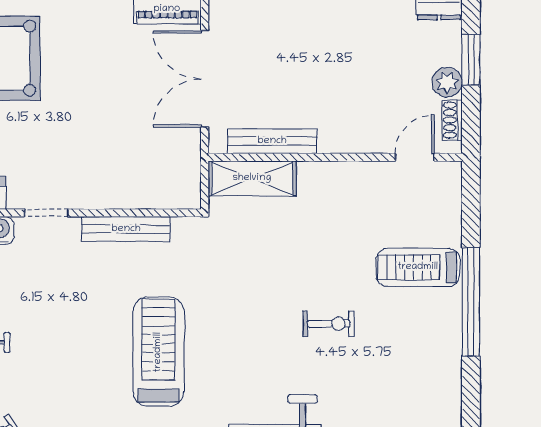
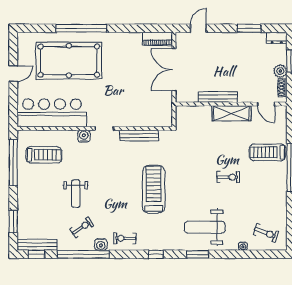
bench: (272, 141) -> (218, 97), moved
door: (415, 157) -> (266, 104), swing flipped
shelving: (252, 178) -> (231, 113), moved

